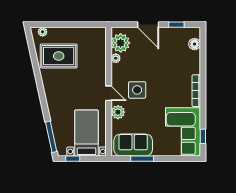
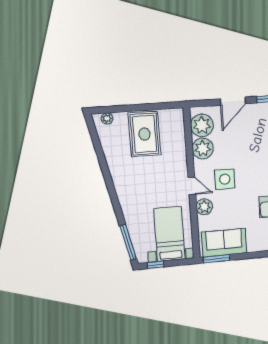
door: (148, 25) -> (233, 101), hinge flipped
rug: (59, 56) -> (145, 134), moved, turned 90
plant: (116, 58) -> (203, 148), width x1.88, depth x1.88
window: (142, 159) -> (217, 259), moved

